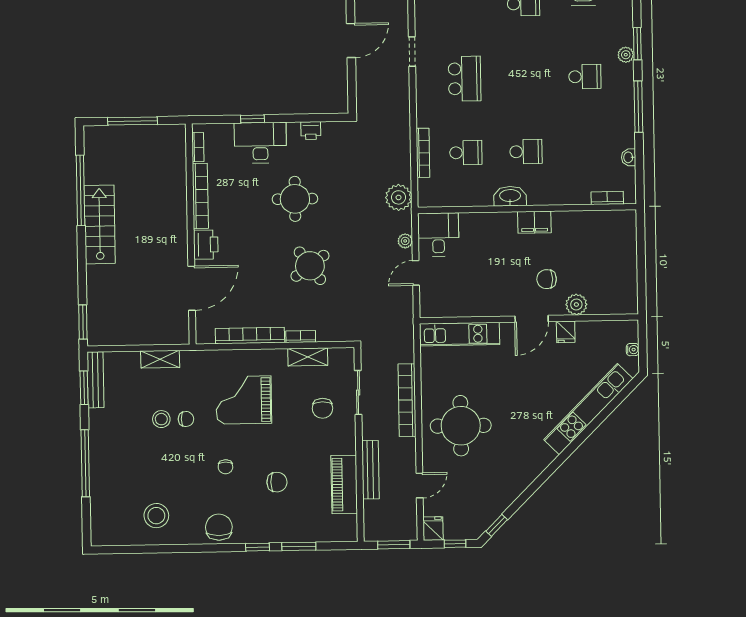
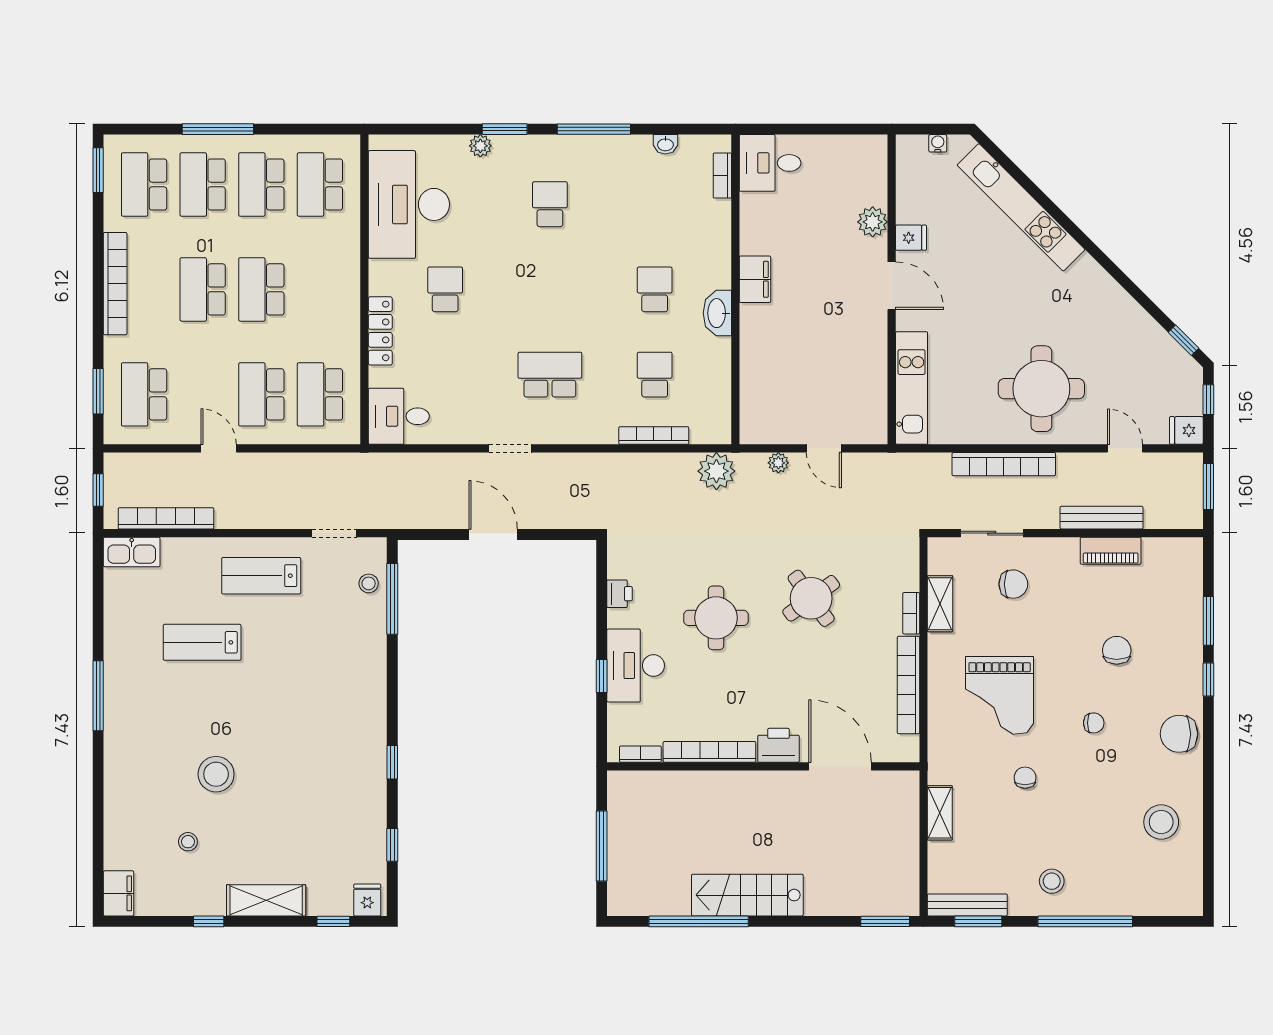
plant: (626, 55) -> (480, 146), moved
desk: (438, 235) -> (770, 163), moved
chair: (547, 279) -> (836, 263), removed
stool: (161, 419) -> (1052, 881), moved
piano: (344, 485) -> (1111, 551), width x0.73, depth x0.75

